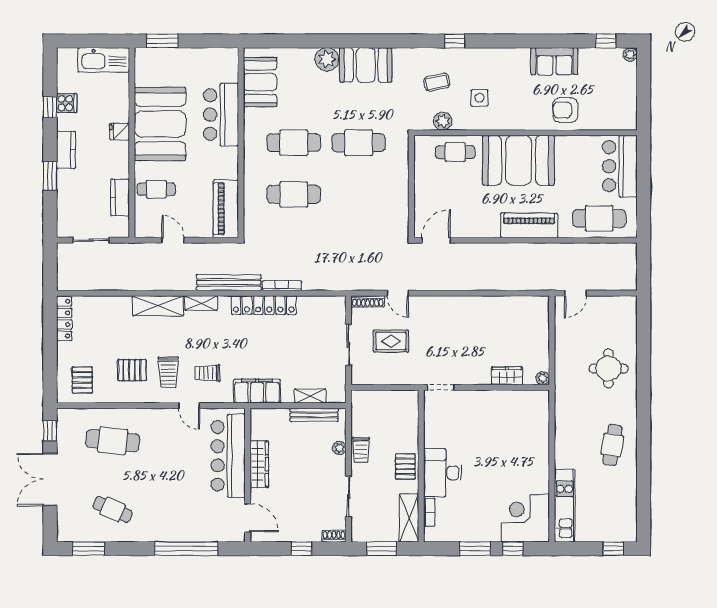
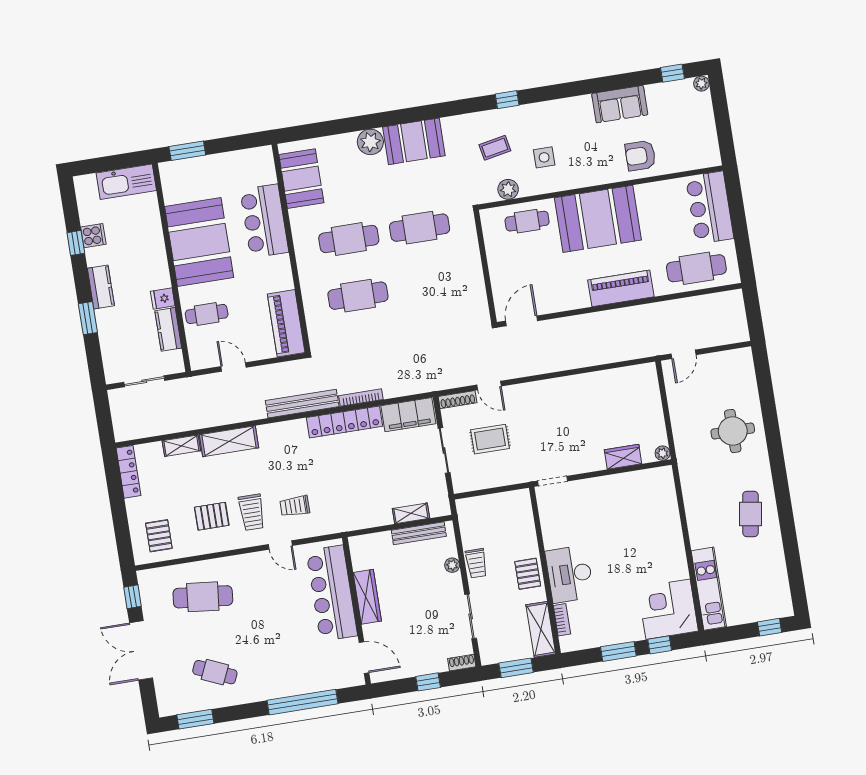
fridge: (119, 132) -> (163, 299), moved
shelving: (201, 303) -> (181, 446), moved
filing cabinet: (257, 391) -> (408, 415), moved, turned 180

